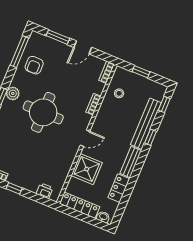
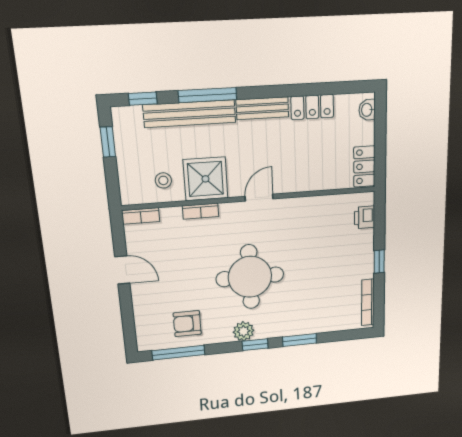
window: (58, 37) -> (127, 312), removed
armchair: (34, 65) -> (187, 324), turned 180
window: (141, 72) -> (108, 142), moved
window: (151, 137) -> (208, 95), width x2.17
door: (85, 138) -> (259, 198), hinge flipped
shower: (87, 169) -> (205, 179), moved
locker: (80, 205) -> (364, 167), width x0.66

